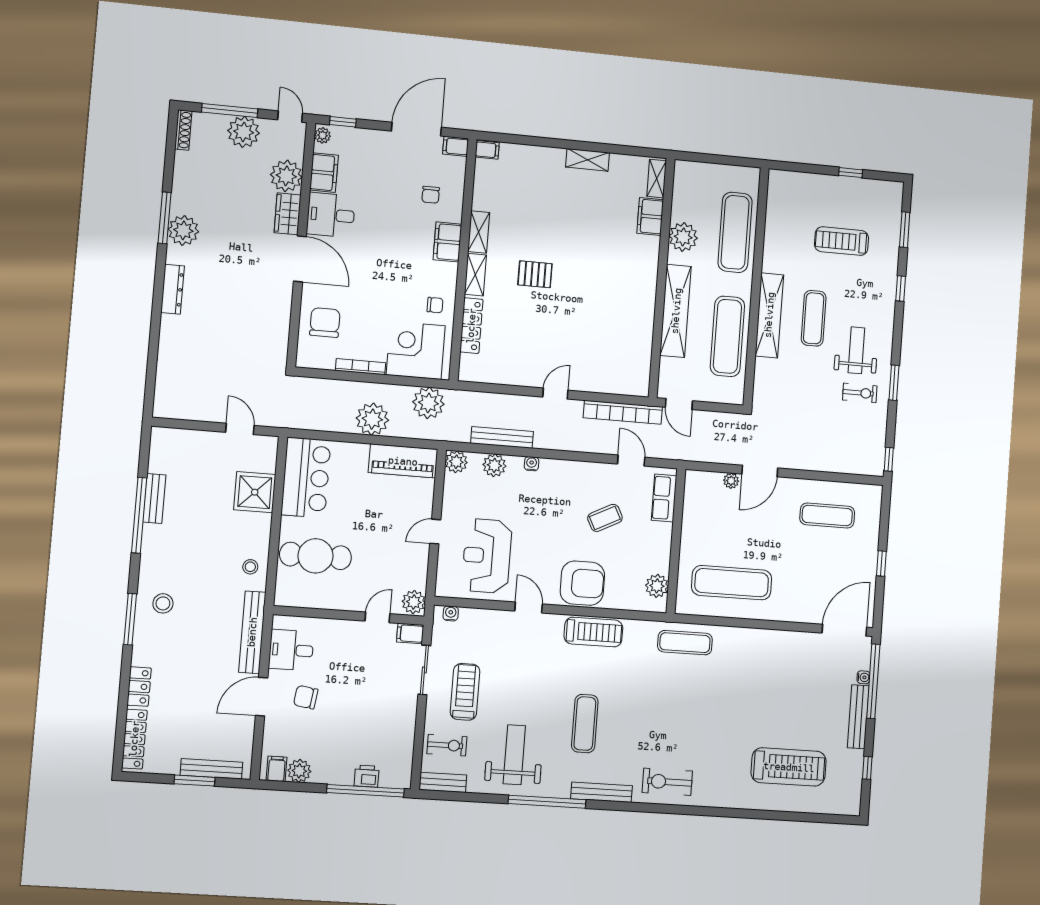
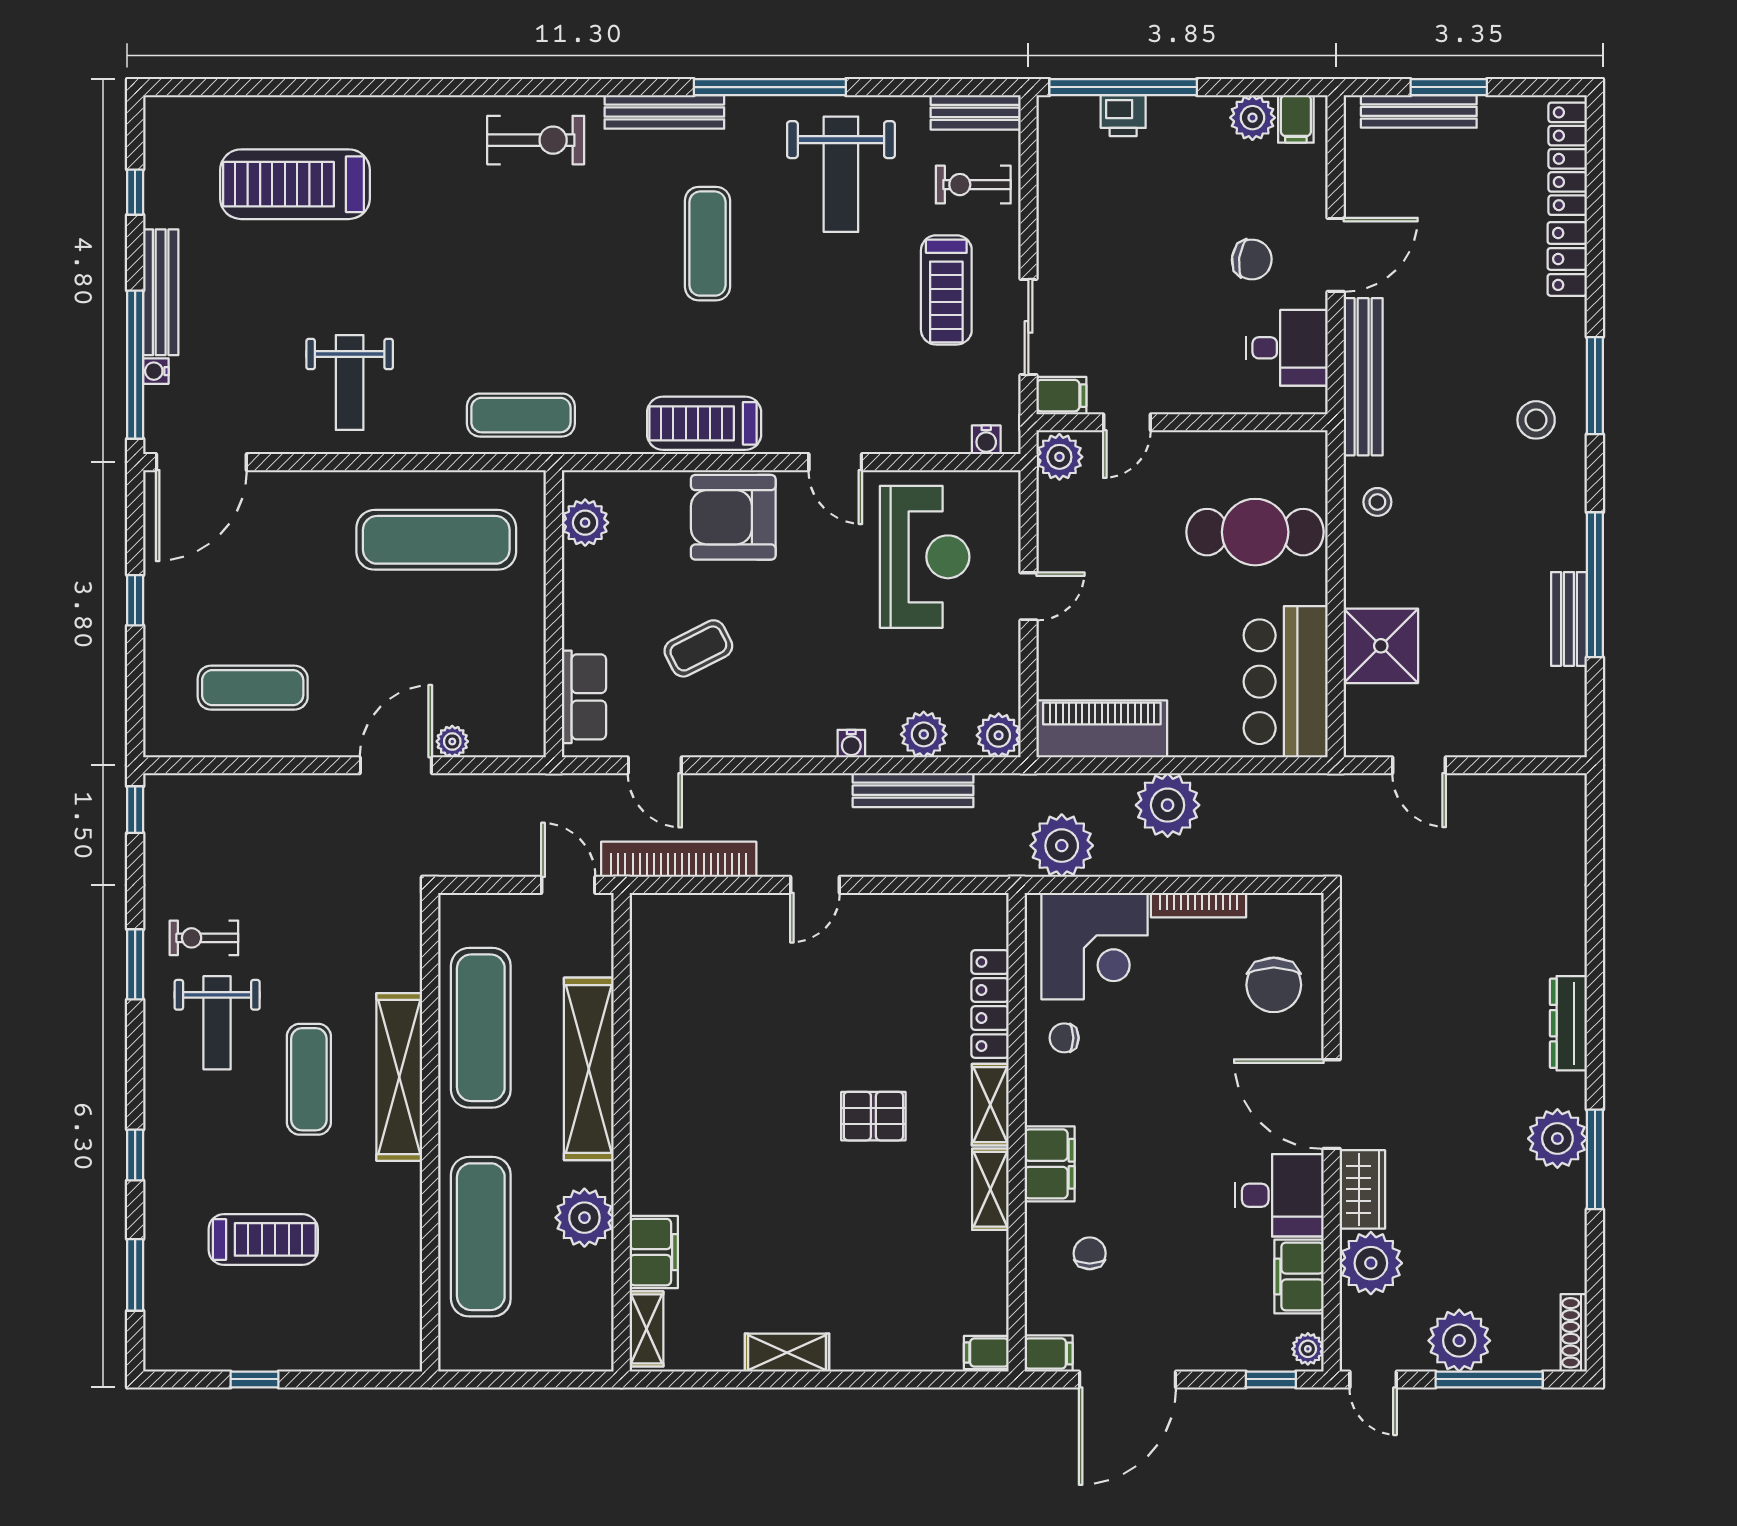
weight bench: (769, 665) -> (350, 383), added

